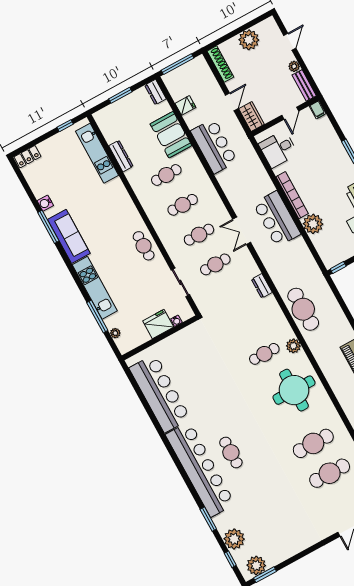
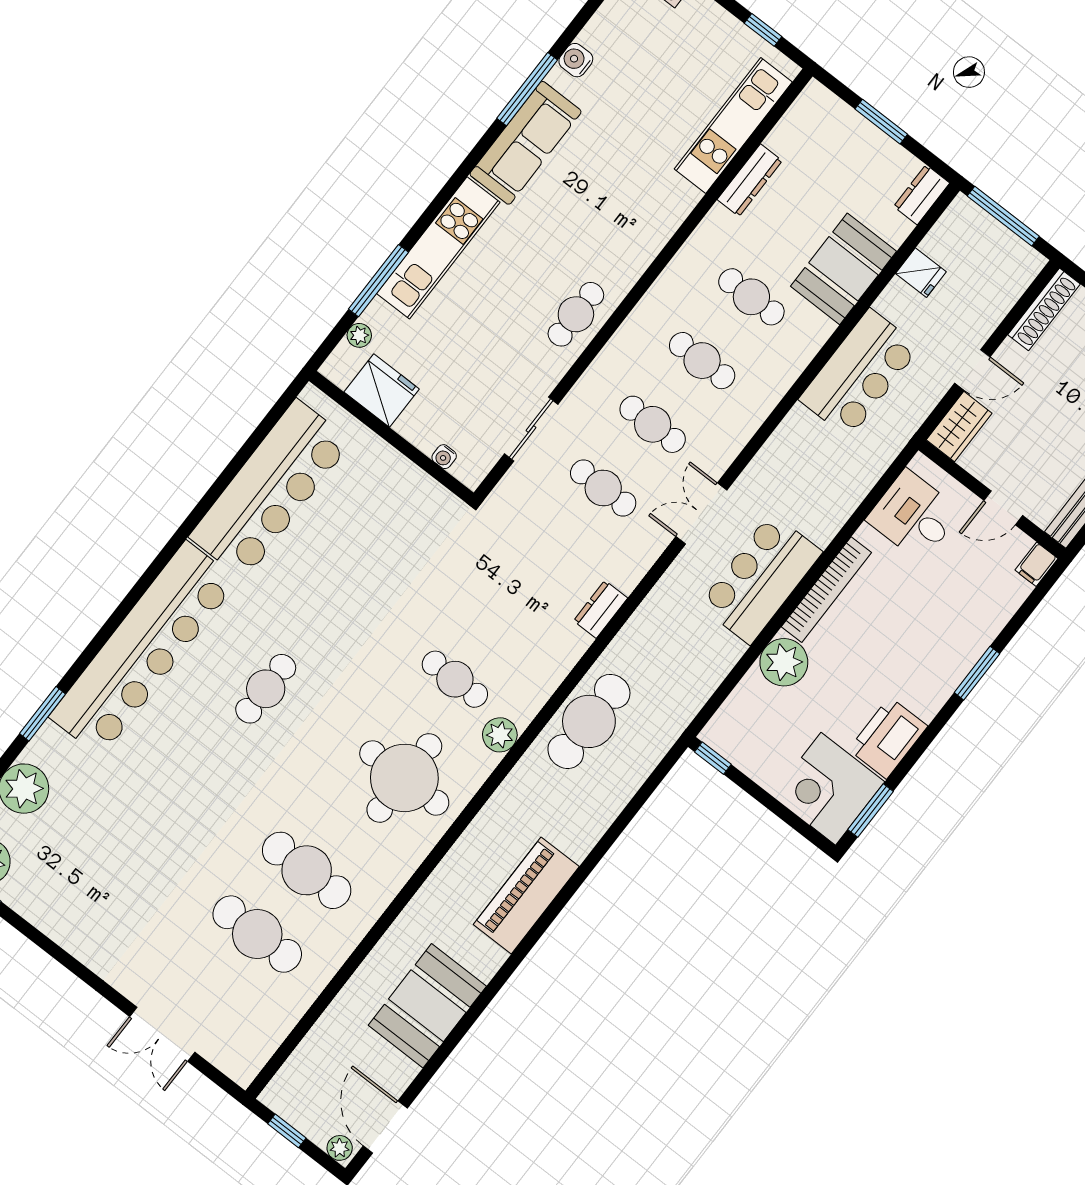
fridge: (158, 324) -> (382, 390), moved
cafe table: (231, 453) -> (266, 689), moved

